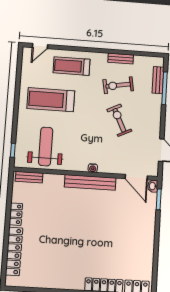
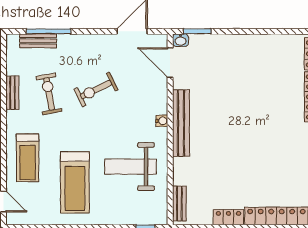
exercise bike: (118, 85) -> (49, 94), turned 180
weight bench: (46, 146) -> (131, 167), moved
door: (136, 177) -> (170, 63), swing flipped

